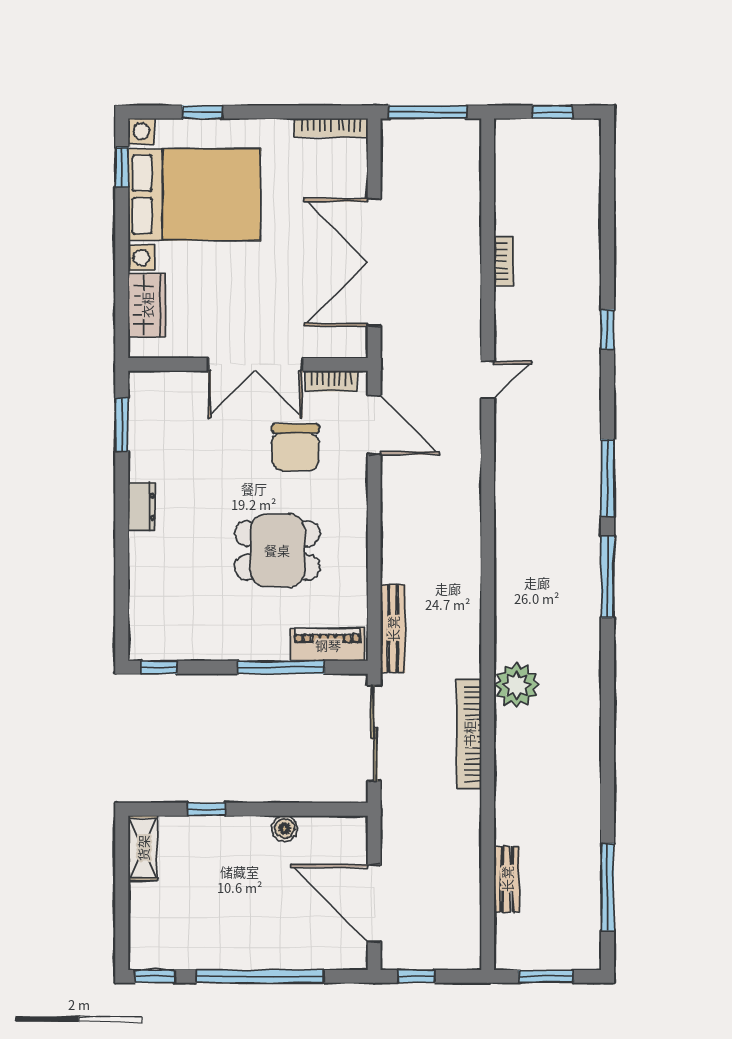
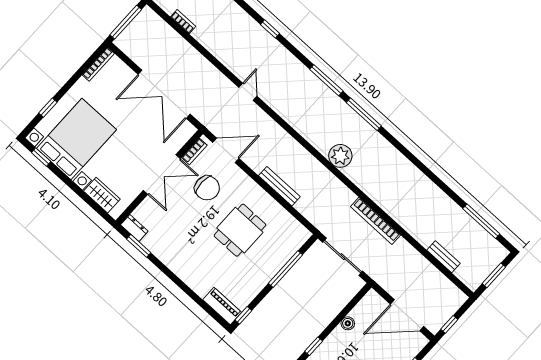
bookcase: (504, 261) -> (183, 22), moved
dresser: (142, 507) -> (134, 228), moved
bench: (393, 629) -> (279, 186), moved
piano: (328, 645) -> (222, 306), moved, turned 90
plant: (516, 685) -> (340, 156), moved

